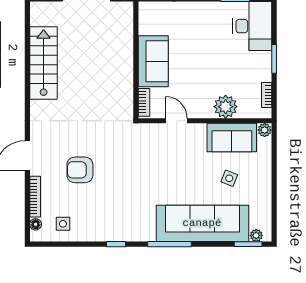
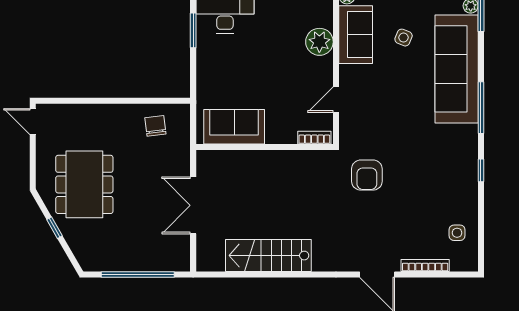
sofa: (153, 61) -> (234, 127), moved
armchair: (80, 170) -> (367, 175), moved
floor lamp: (36, 224) -> (458, 265), removed

